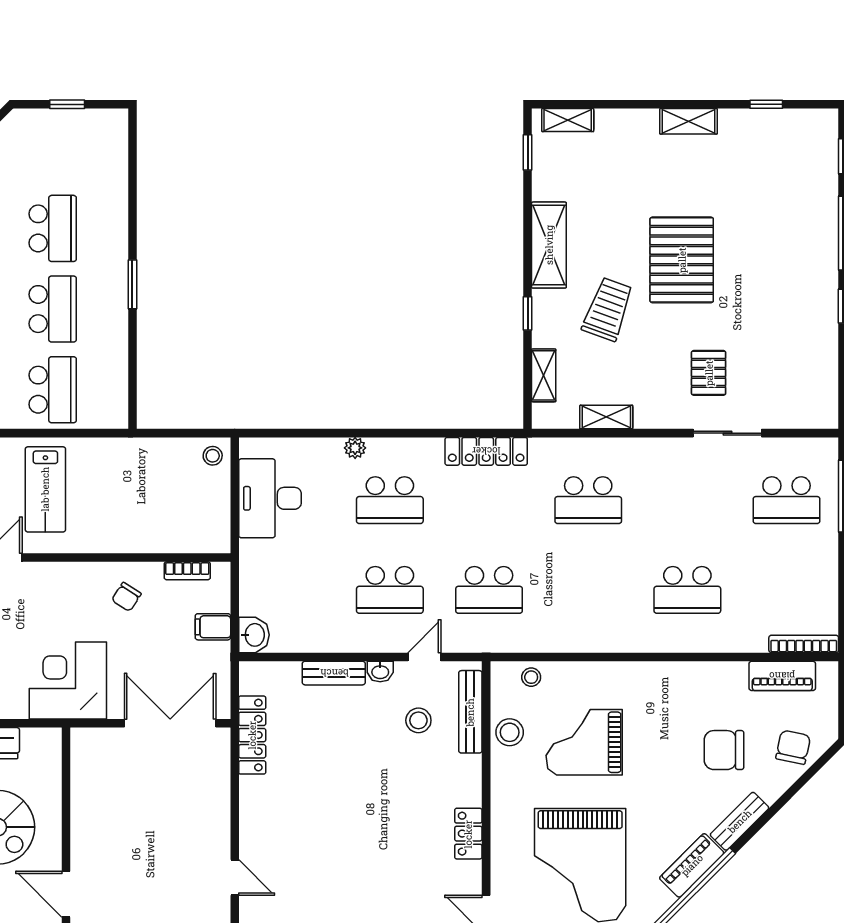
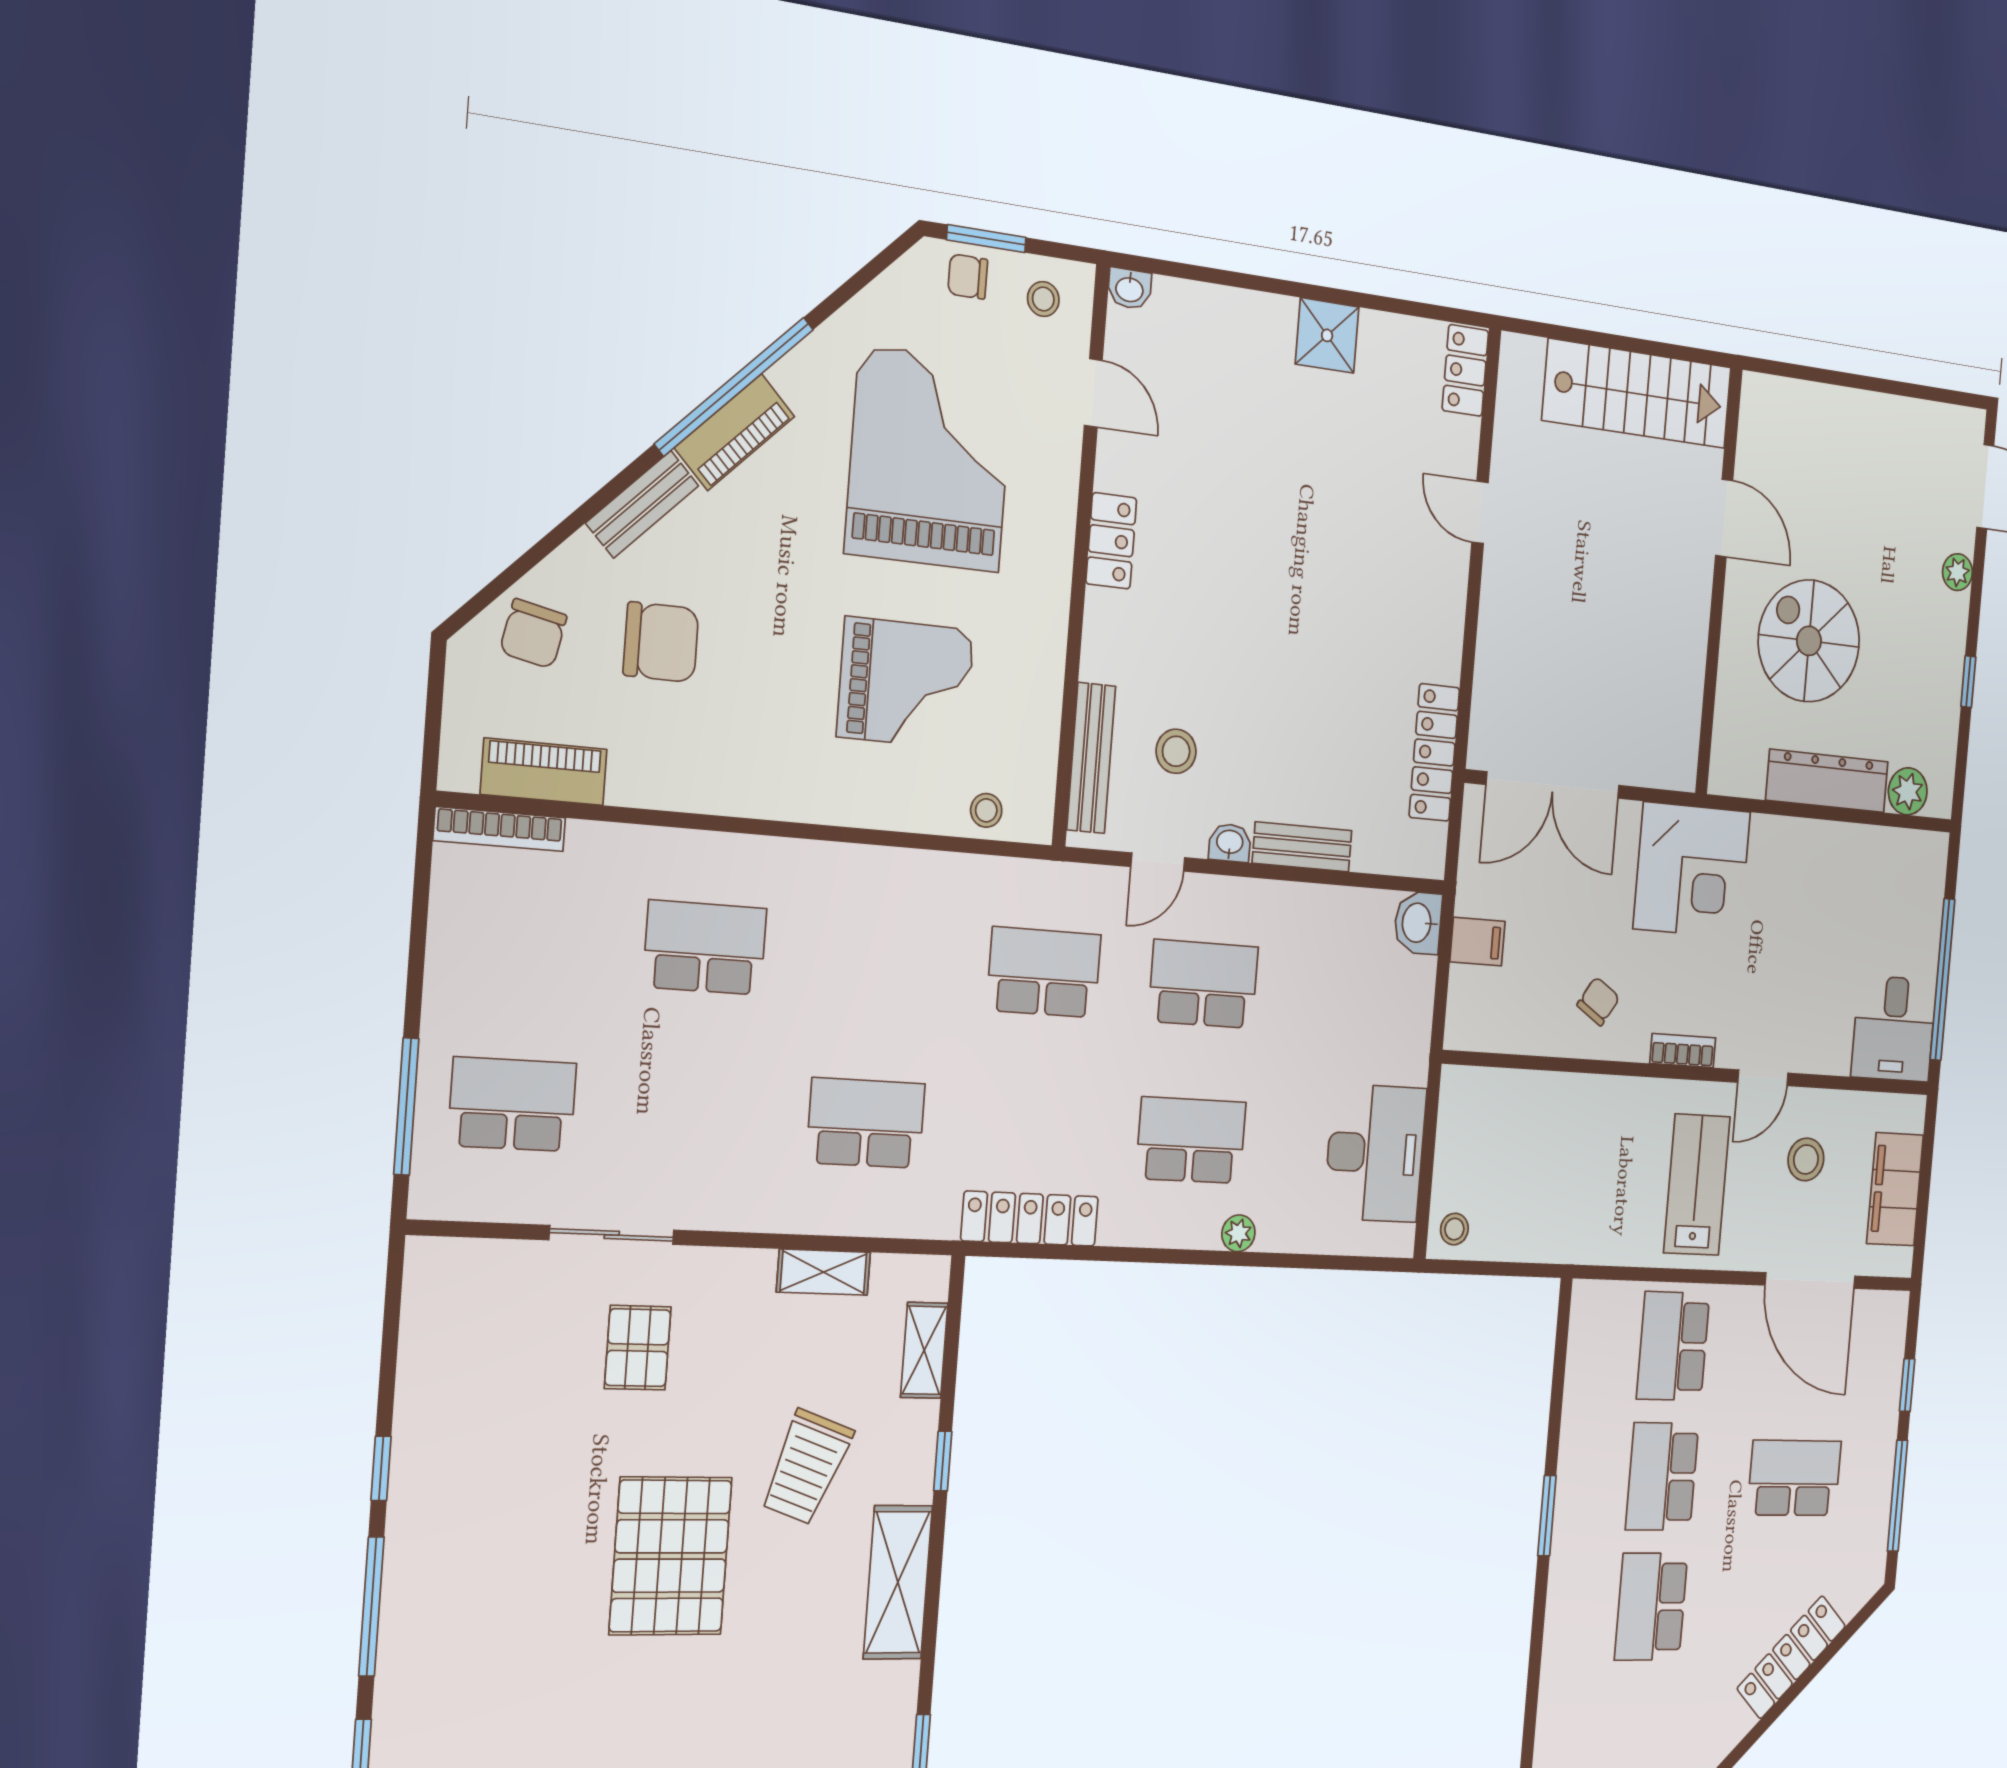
bookcase: (187, 571) -> (1683, 1051), moved
stool: (510, 732) -> (1030, 715), removed

